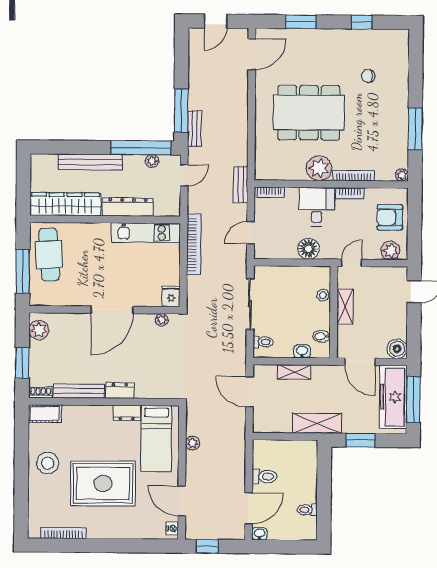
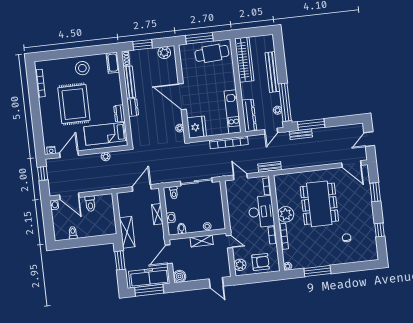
door: (216, 21) -> (369, 139), hinge flipped
door: (184, 175) -> (271, 131), hinge flipped
dresser: (128, 207) -> (249, 115), moved
desk: (317, 207) -> (261, 212), width x1.37
armchair: (390, 217) -> (261, 262), turned 90
floor lamp: (308, 249) -> (235, 214), removed
fridge: (171, 296) -> (197, 127), width x1.88, depth x1.34

